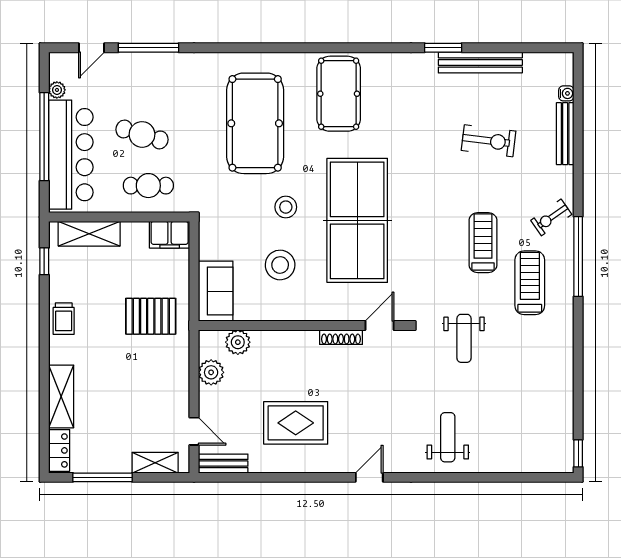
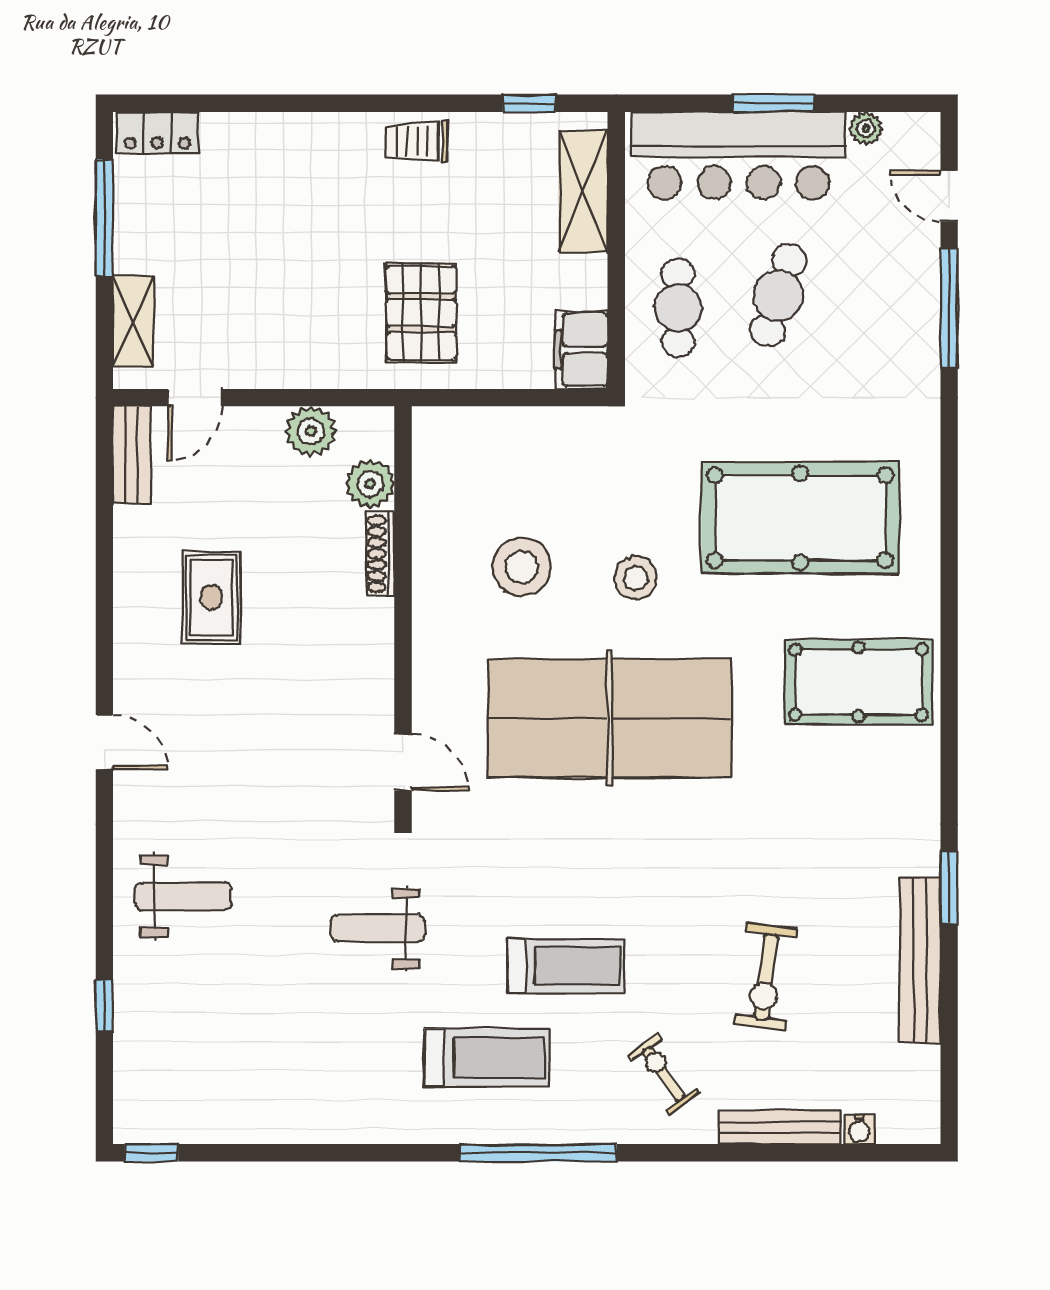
window: (44, 137) -> (774, 103), width x0.47
exercise bike: (551, 217) -> (664, 1074), moved
sofa: (216, 291) -> (471, 440), removed
shoe rack: (341, 337) -> (380, 554), moved
shelving: (61, 396) -> (263, 136), removed
rug: (296, 423) -> (211, 598), width x0.73, depth x0.70
window: (503, 477) -> (104, 1006), added

